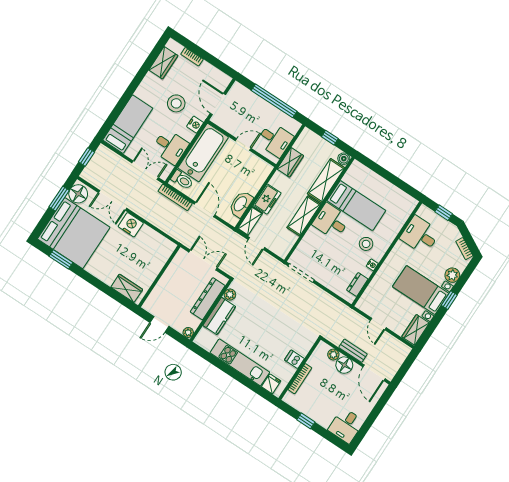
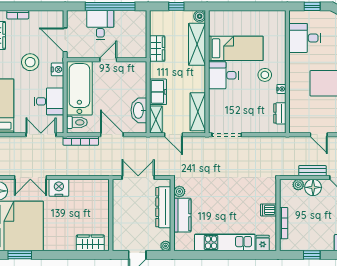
desk: (275, 140) -> (100, 25), moved, turned -90
shelving: (304, 216) -> (198, 112), moved

